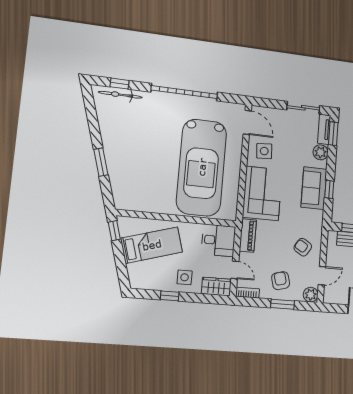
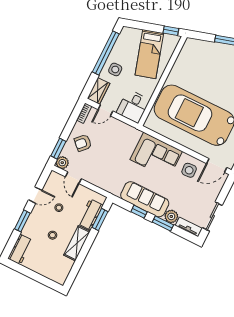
window: (333, 134) -> (163, 224), moved
sofa: (314, 188) -> (145, 199), width x1.36
piano: (248, 235) -> (128, 131), removed
armchair: (303, 247) -> (102, 171), removed
armchair: (281, 281) -> (83, 143), turned 149
window: (170, 296) -> (106, 53), width x3.17
window: (283, 304) -> (58, 149), moved

